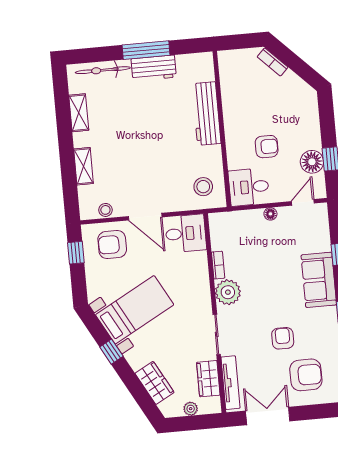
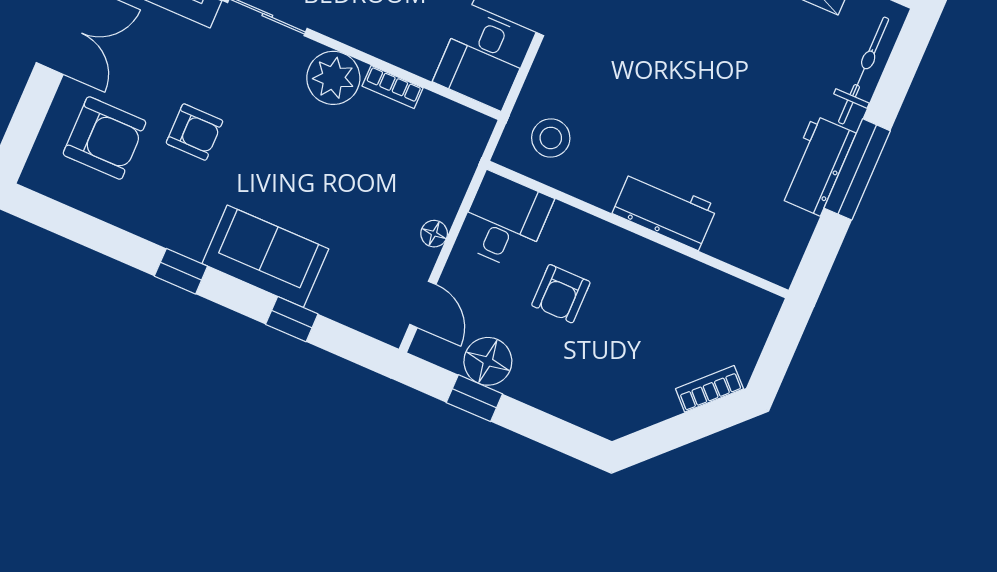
workbench: (207, 114) -> (665, 210), width x0.73
armchair: (306, 375) -> (105, 138), turned -90

